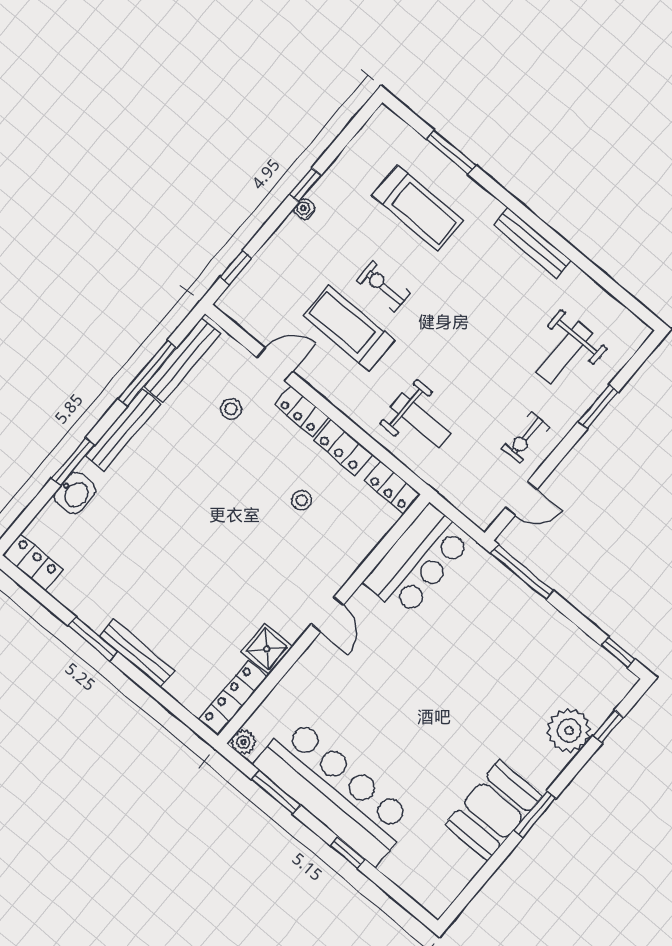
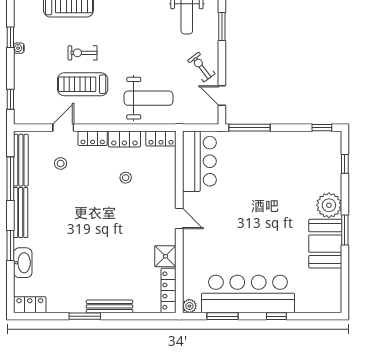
weight bench: (421, 420) -> (148, 98), width x1.36, depth x1.33
exercise bike: (526, 438) -> (201, 67), turned 143
washbasin: (75, 493) -> (23, 263), width x1.38
door: (521, 498) -> (222, 96), swing flipped
plant: (569, 730) -> (329, 205), moved

